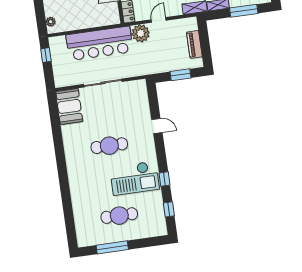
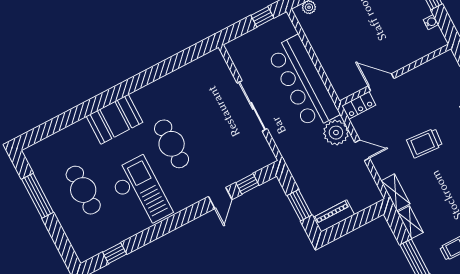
piano: (194, 44) -> (334, 216), moved
booth: (69, 106) -> (114, 119), moved
checkout: (135, 178) -> (140, 193), turned 180
window: (165, 179) -> (247, 184), moved

